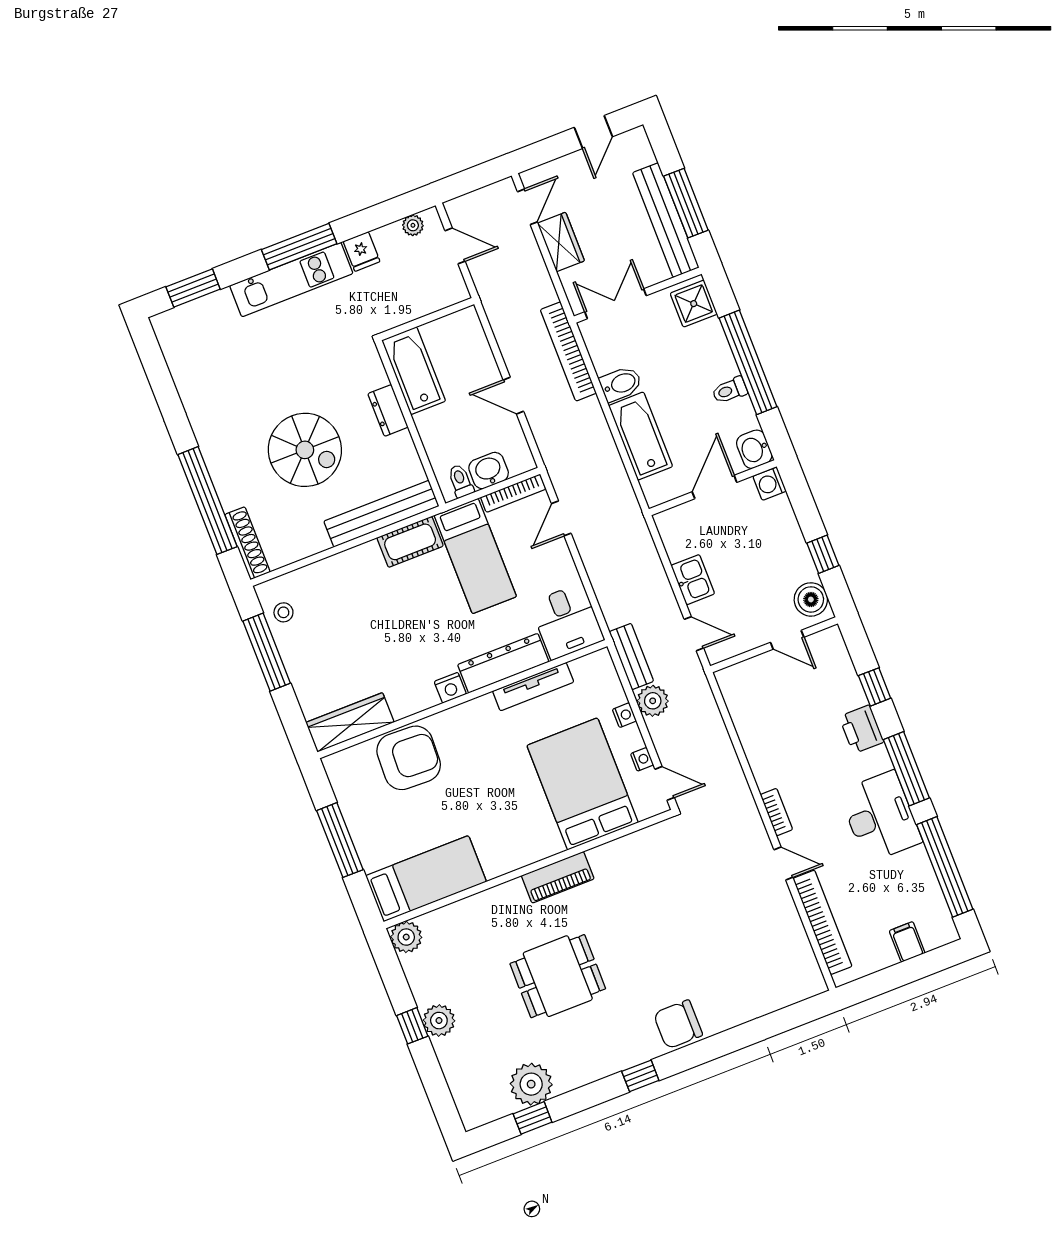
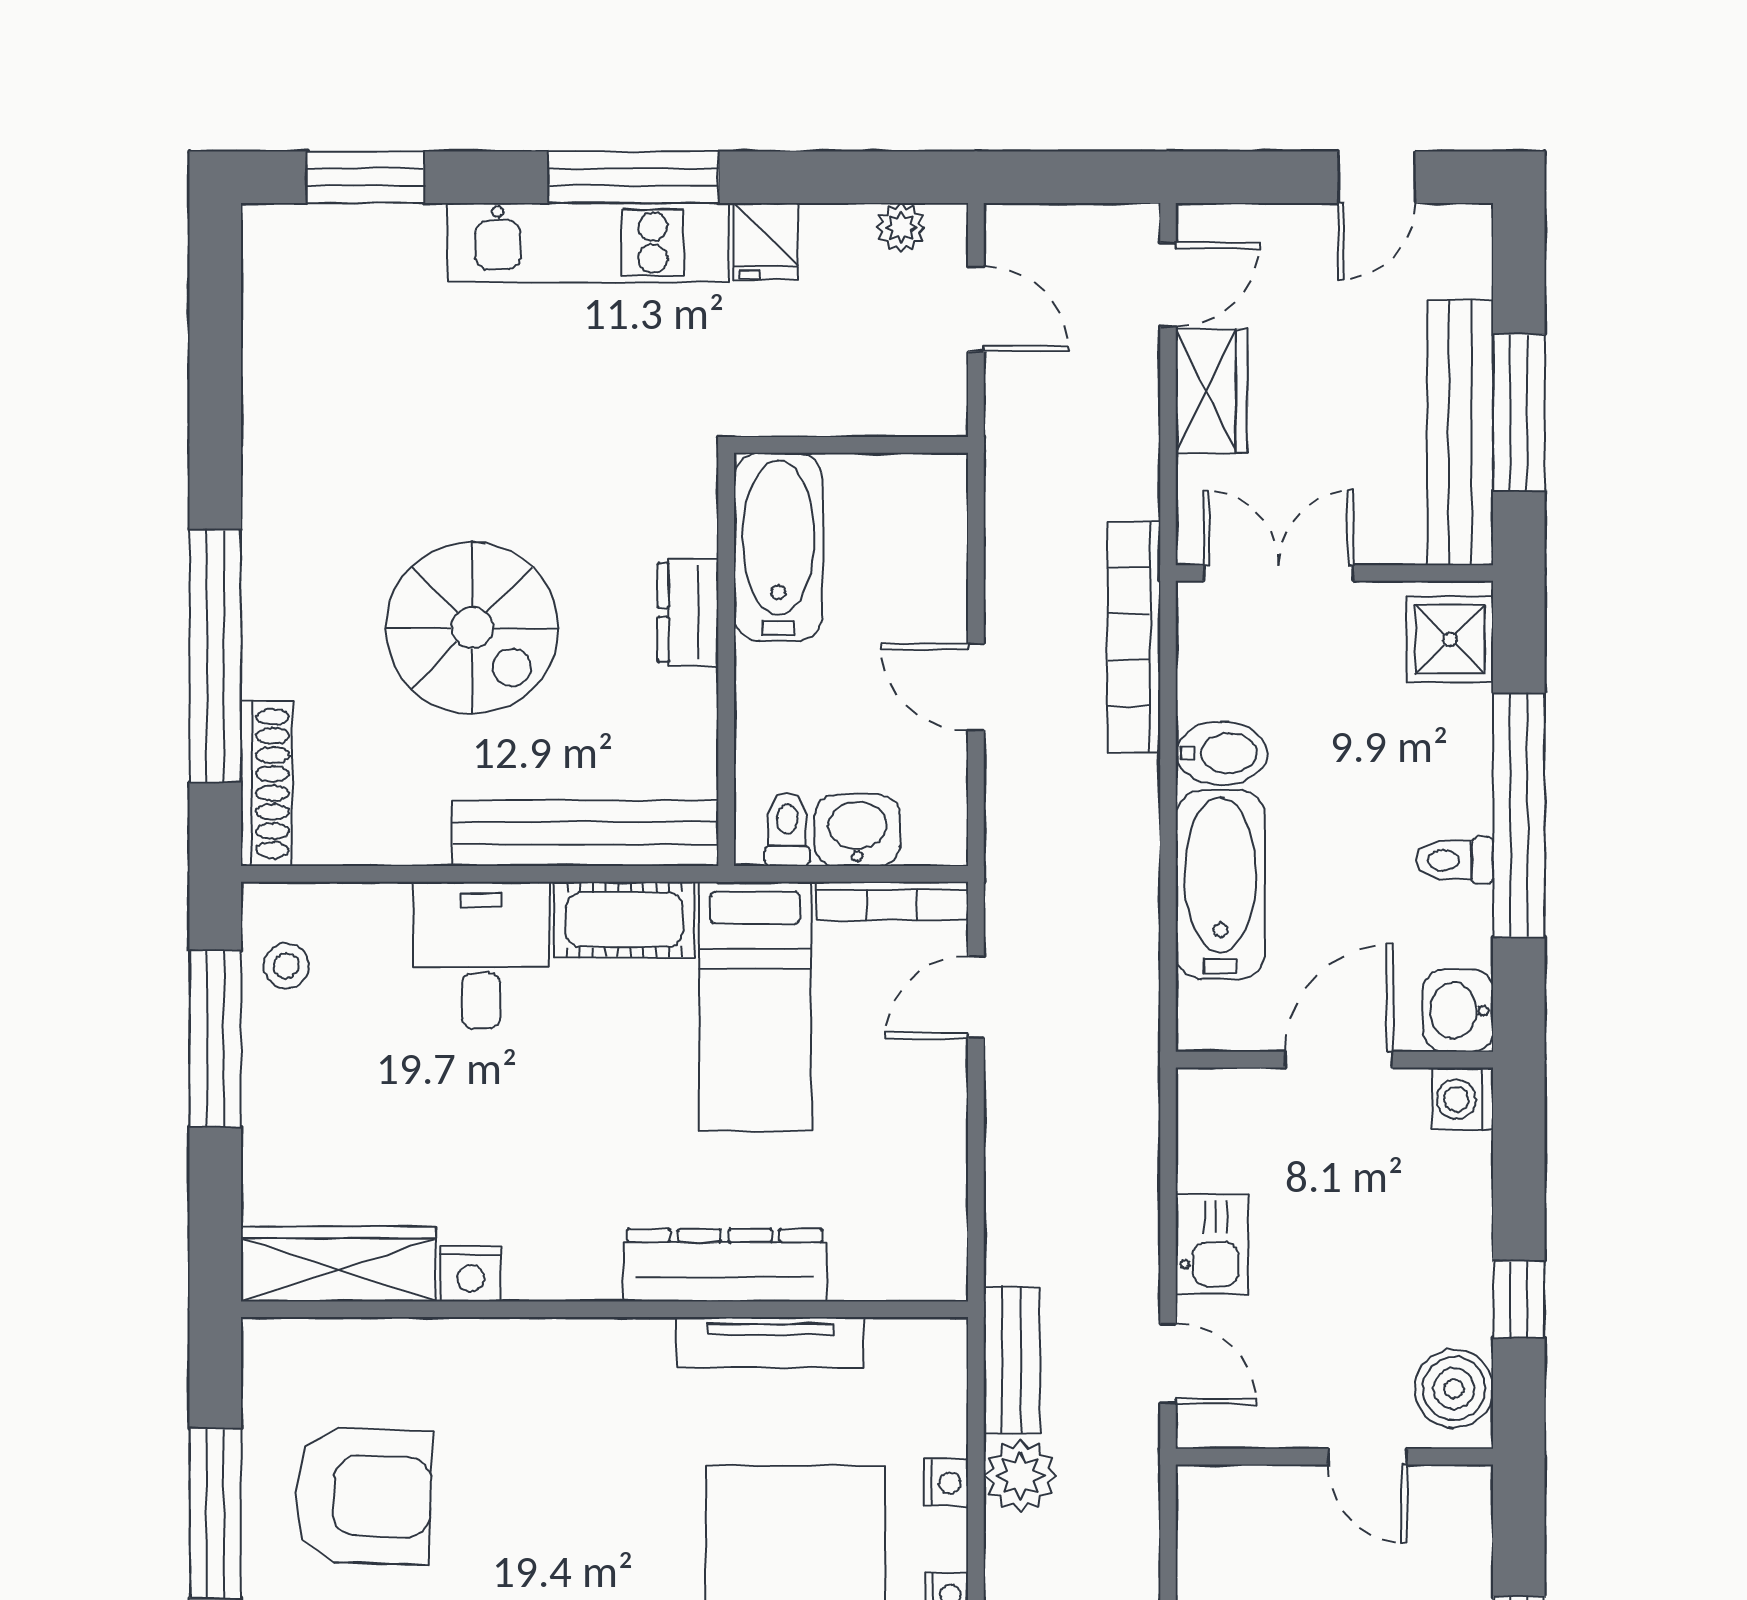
desk: (567, 621) -> (481, 955), moved, turned 180
nightstand: (450, 688) -> (471, 1274), moved
armchair: (409, 758) -> (363, 1496), moved

